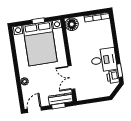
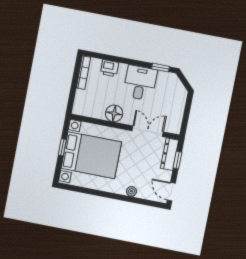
floor lamp: (72, 24) -> (114, 113), moved
printer: (113, 77) -> (110, 68), moved
double door: (71, 78) -> (148, 131), swing flipped

